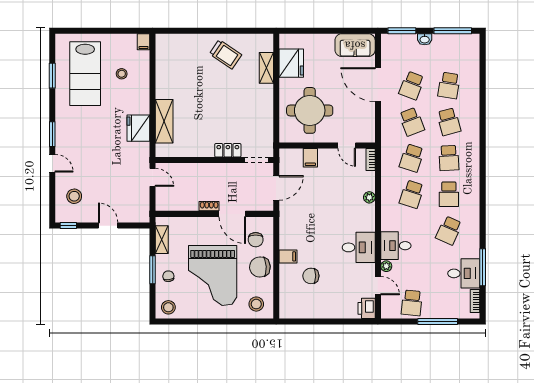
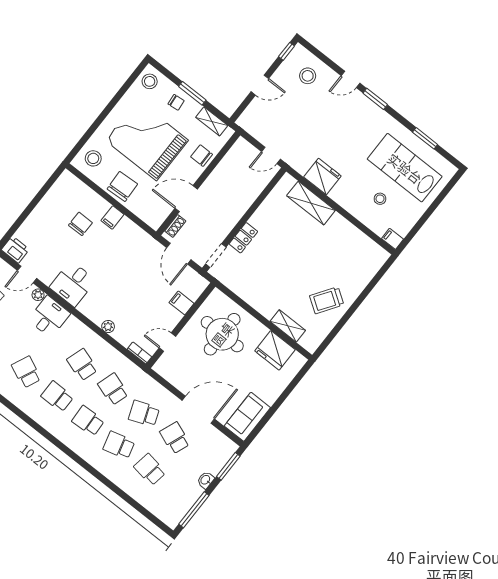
shoe rack: (209, 206) -> (175, 226), moved
chair: (256, 240) -> (202, 156), moved

